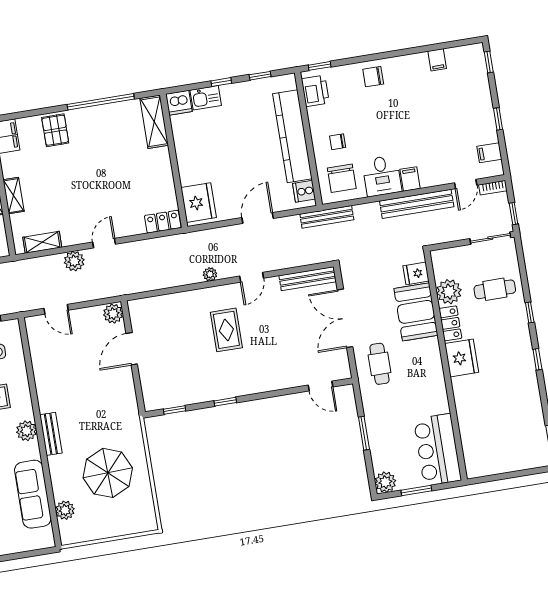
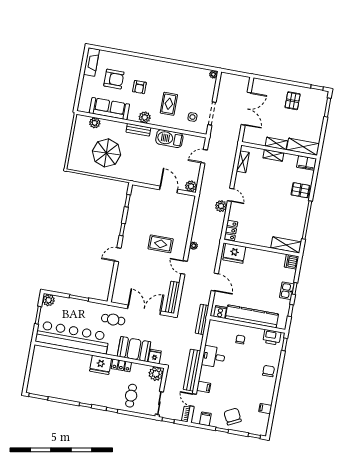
kitchen sink: (206, 98) -> (287, 291), moved
chair: (342, 178) -> (233, 417), moved, turned 63
filing cabinet: (410, 179) -> (204, 387), moved
plant: (74, 261) -> (221, 206), moved
plant: (449, 292) -> (156, 374), moved
barbecue: (47, 377) -> (169, 139), added
door: (320, 386) -> (118, 255), moved
bar counter: (437, 450) -> (72, 337), width x1.86

